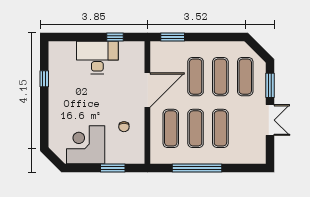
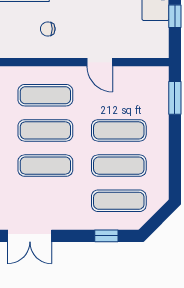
window: (270, 85) -> (106, 236), width x0.67
door: (147, 90) -> (100, 62), width x0.53
double door: (270, 120) -> (30, 236), moved

